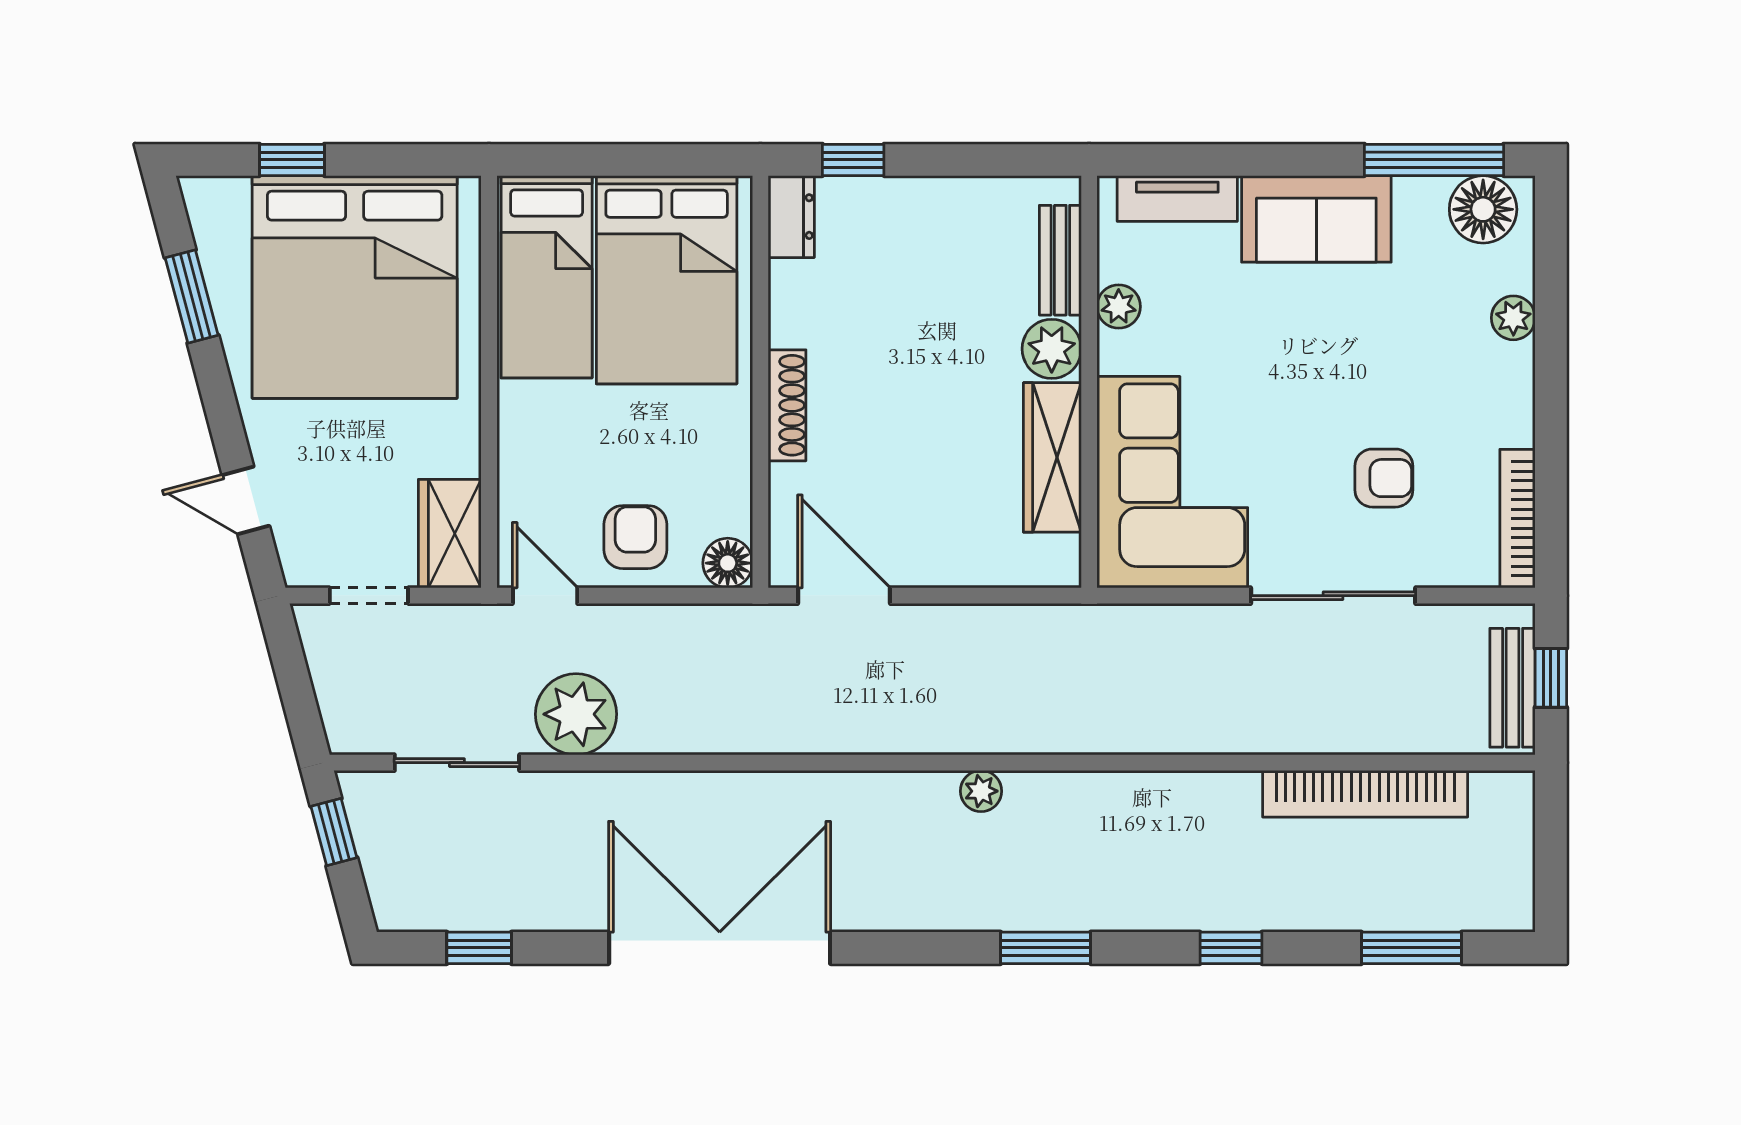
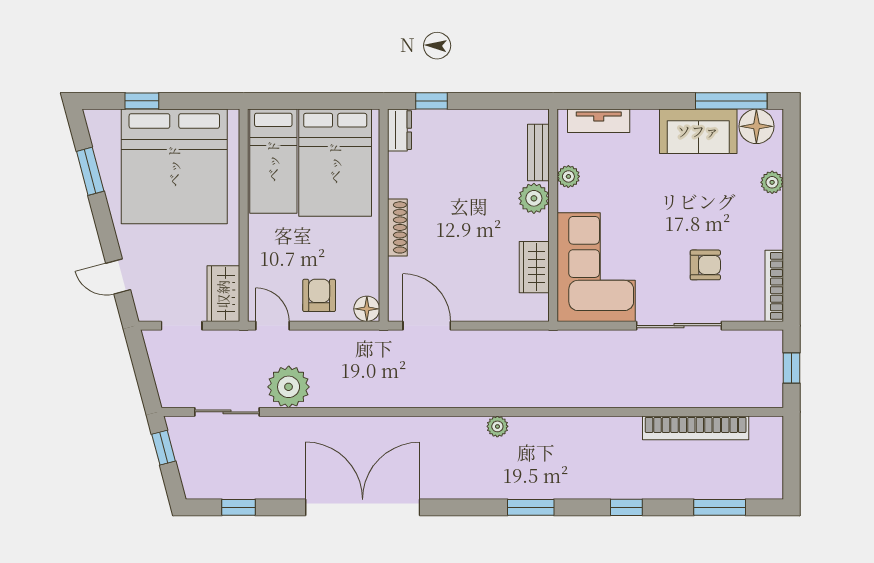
sofa: (1316, 219) -> (698, 131), moved
wardrobe: (1052, 457) -> (534, 267), width x0.67
bench: (1513, 688) -> (772, 373), removed

